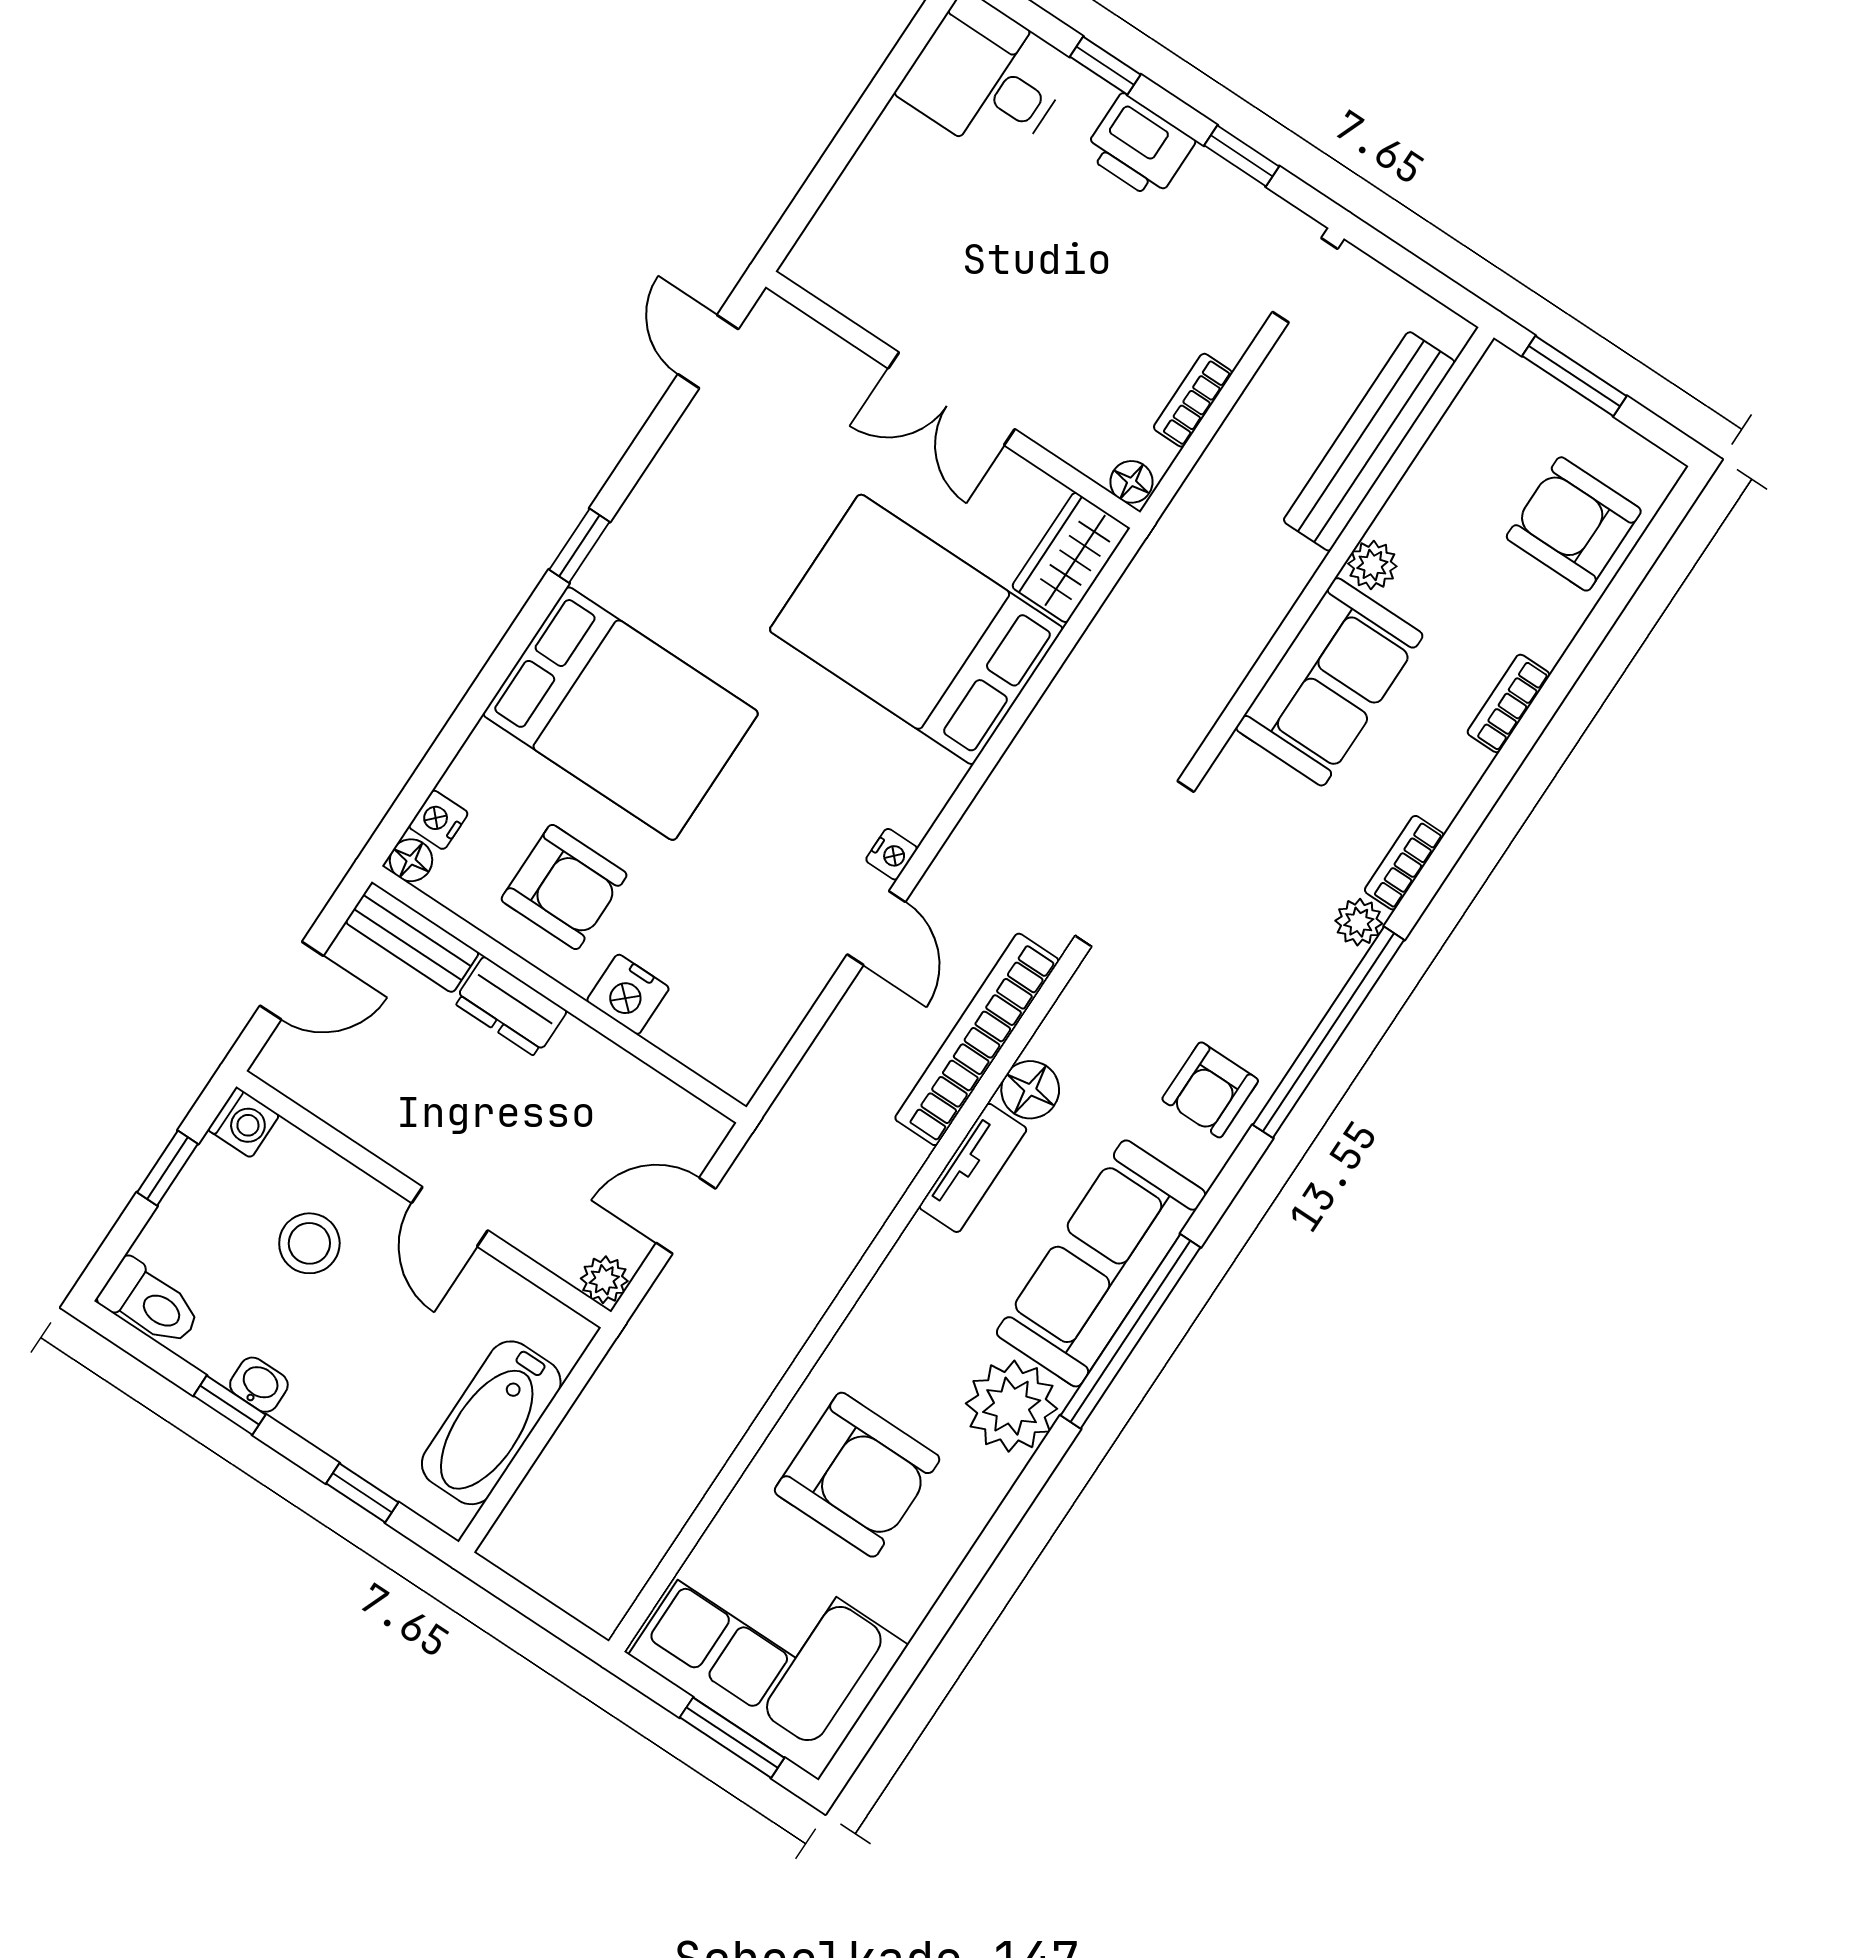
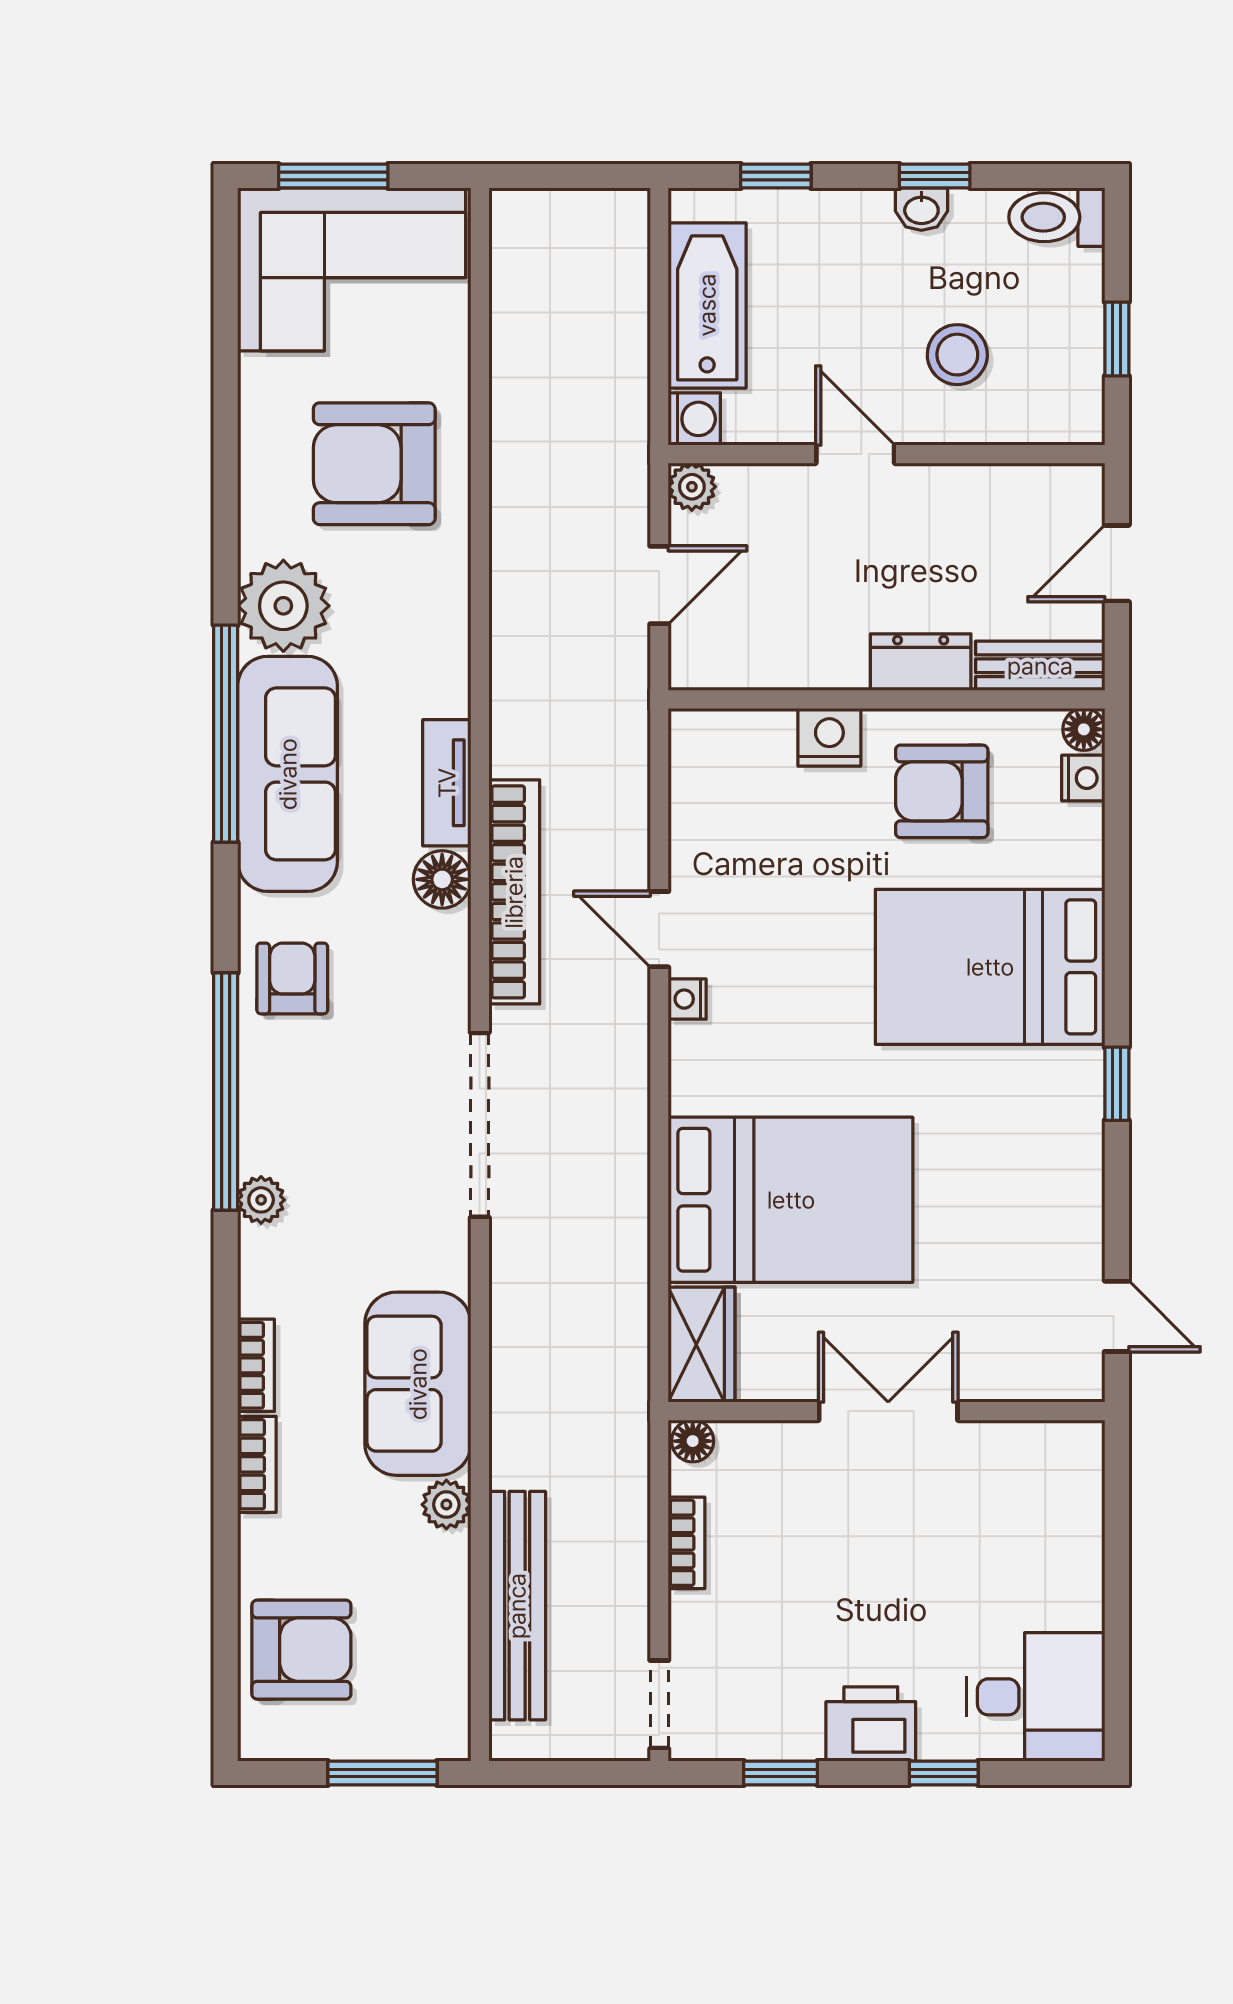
bookcase: (1404, 863) -> (256, 1365), moved
washing machine: (244, 1122) -> (694, 419), moved, turned 180

